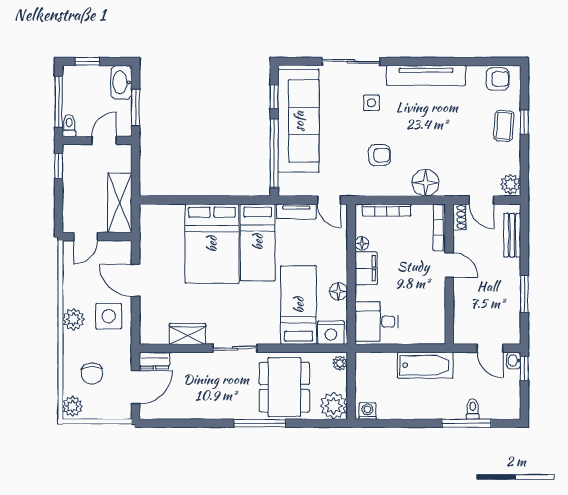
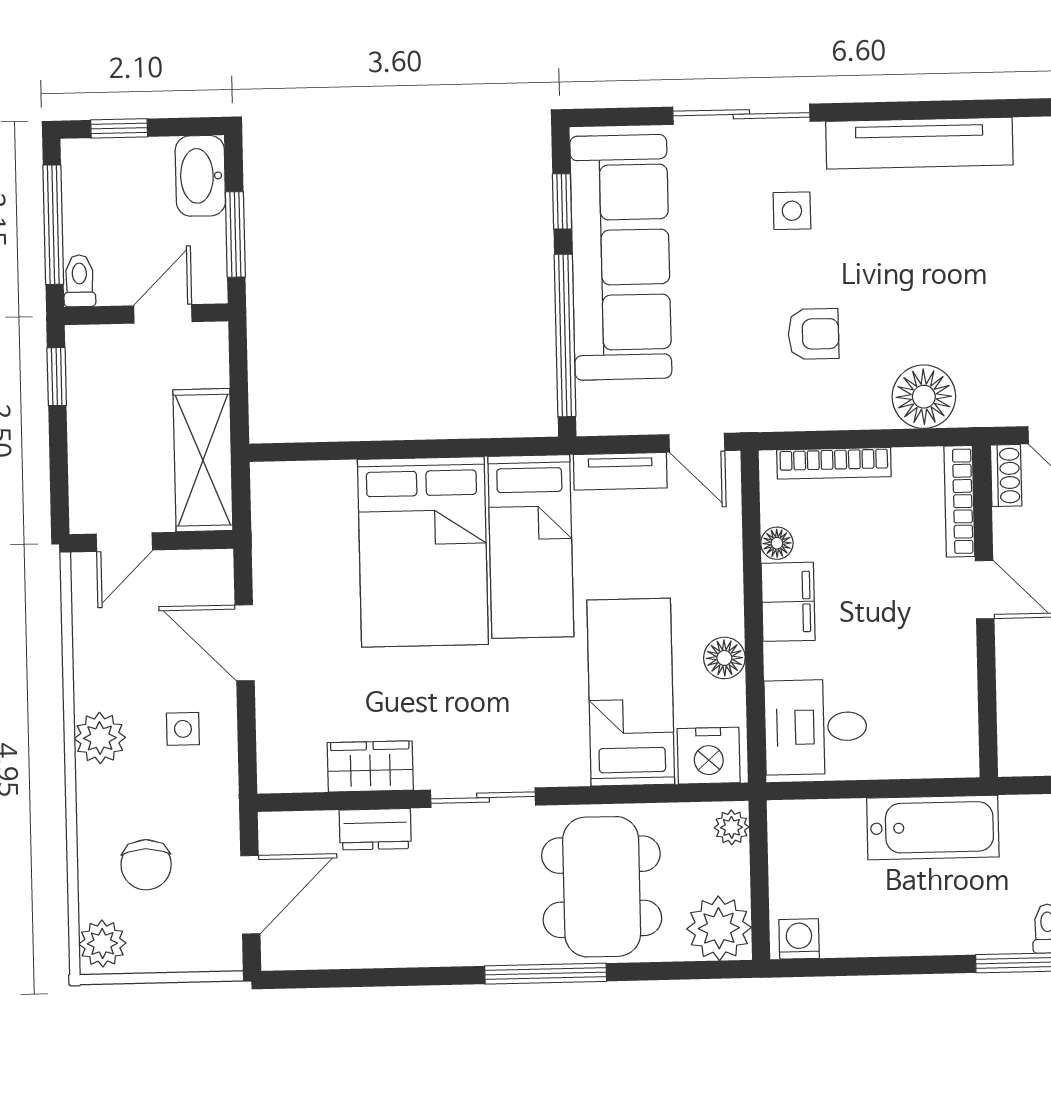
side table: (109, 316) -> (183, 729), width x0.54, depth x0.54
dresser: (155, 361) -> (375, 829), moved

